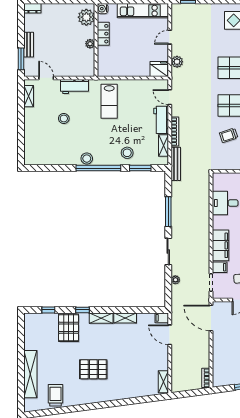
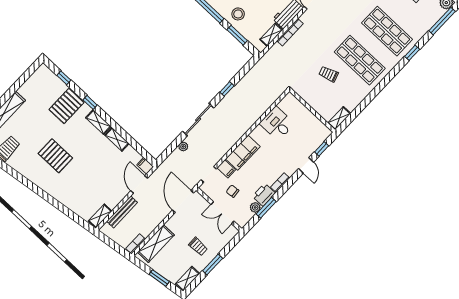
bench: (176, 164) -> (122, 212), moved
window: (168, 212) -> (227, 89), width x0.46
sliding door: (168, 252) -> (198, 120), width x1.37
shelving: (220, 365) -> (156, 244), added

